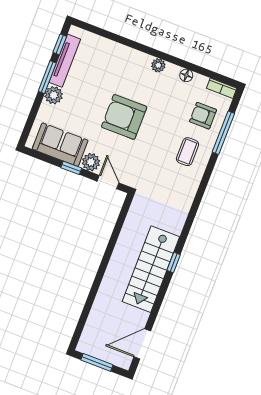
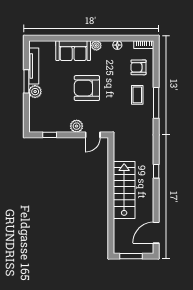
window: (60, 44) -> (26, 57), removed
window: (223, 133) -> (156, 103), moved
sofa: (60, 145) -> (73, 51), moved, turned 180
window: (71, 168) -> (50, 135), moved
door: (108, 182) -> (93, 135), swing flipped
stairs: (151, 269) -> (124, 190), moved, turned 180

